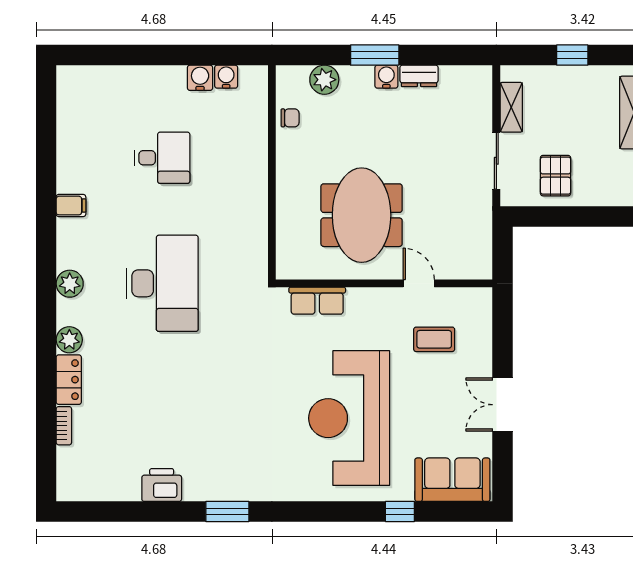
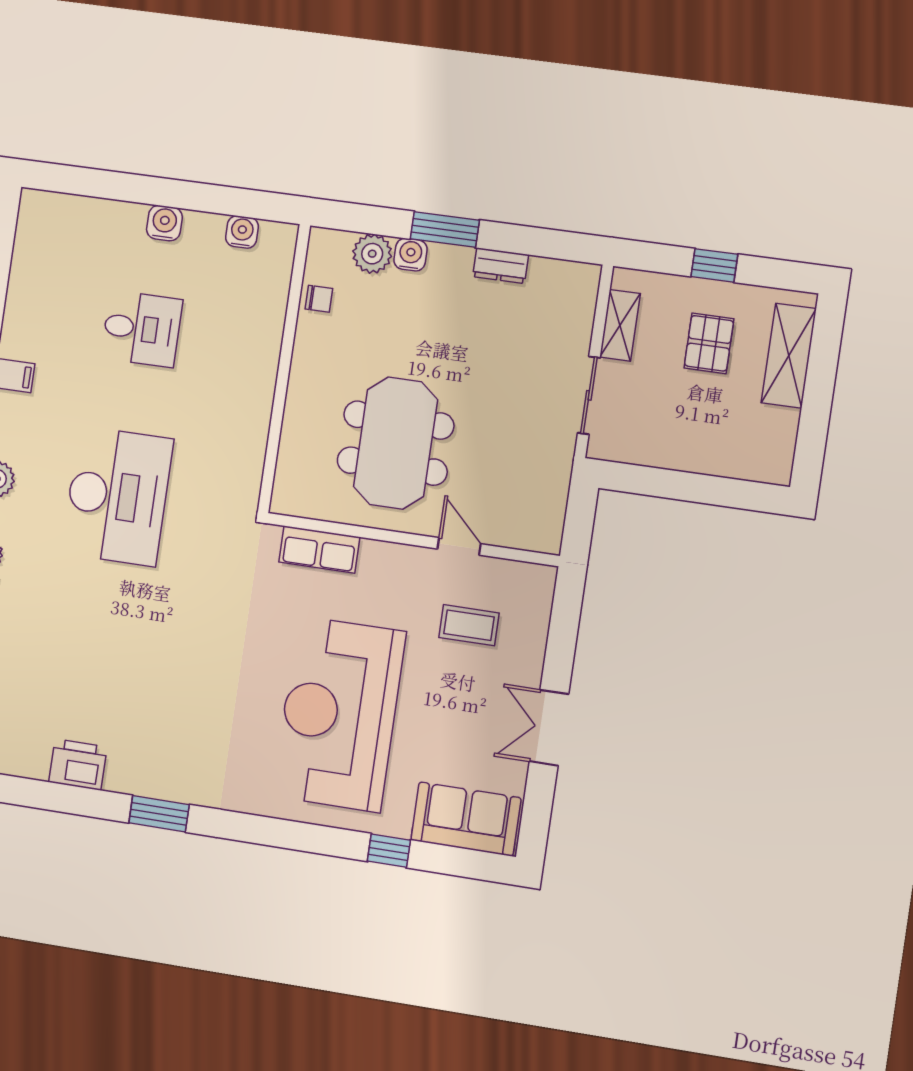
water cooler: (386, 77) -> (410, 255), moved
water cooler: (200, 78) -> (164, 223), moved
pallet: (556, 176) -> (709, 343), moved

